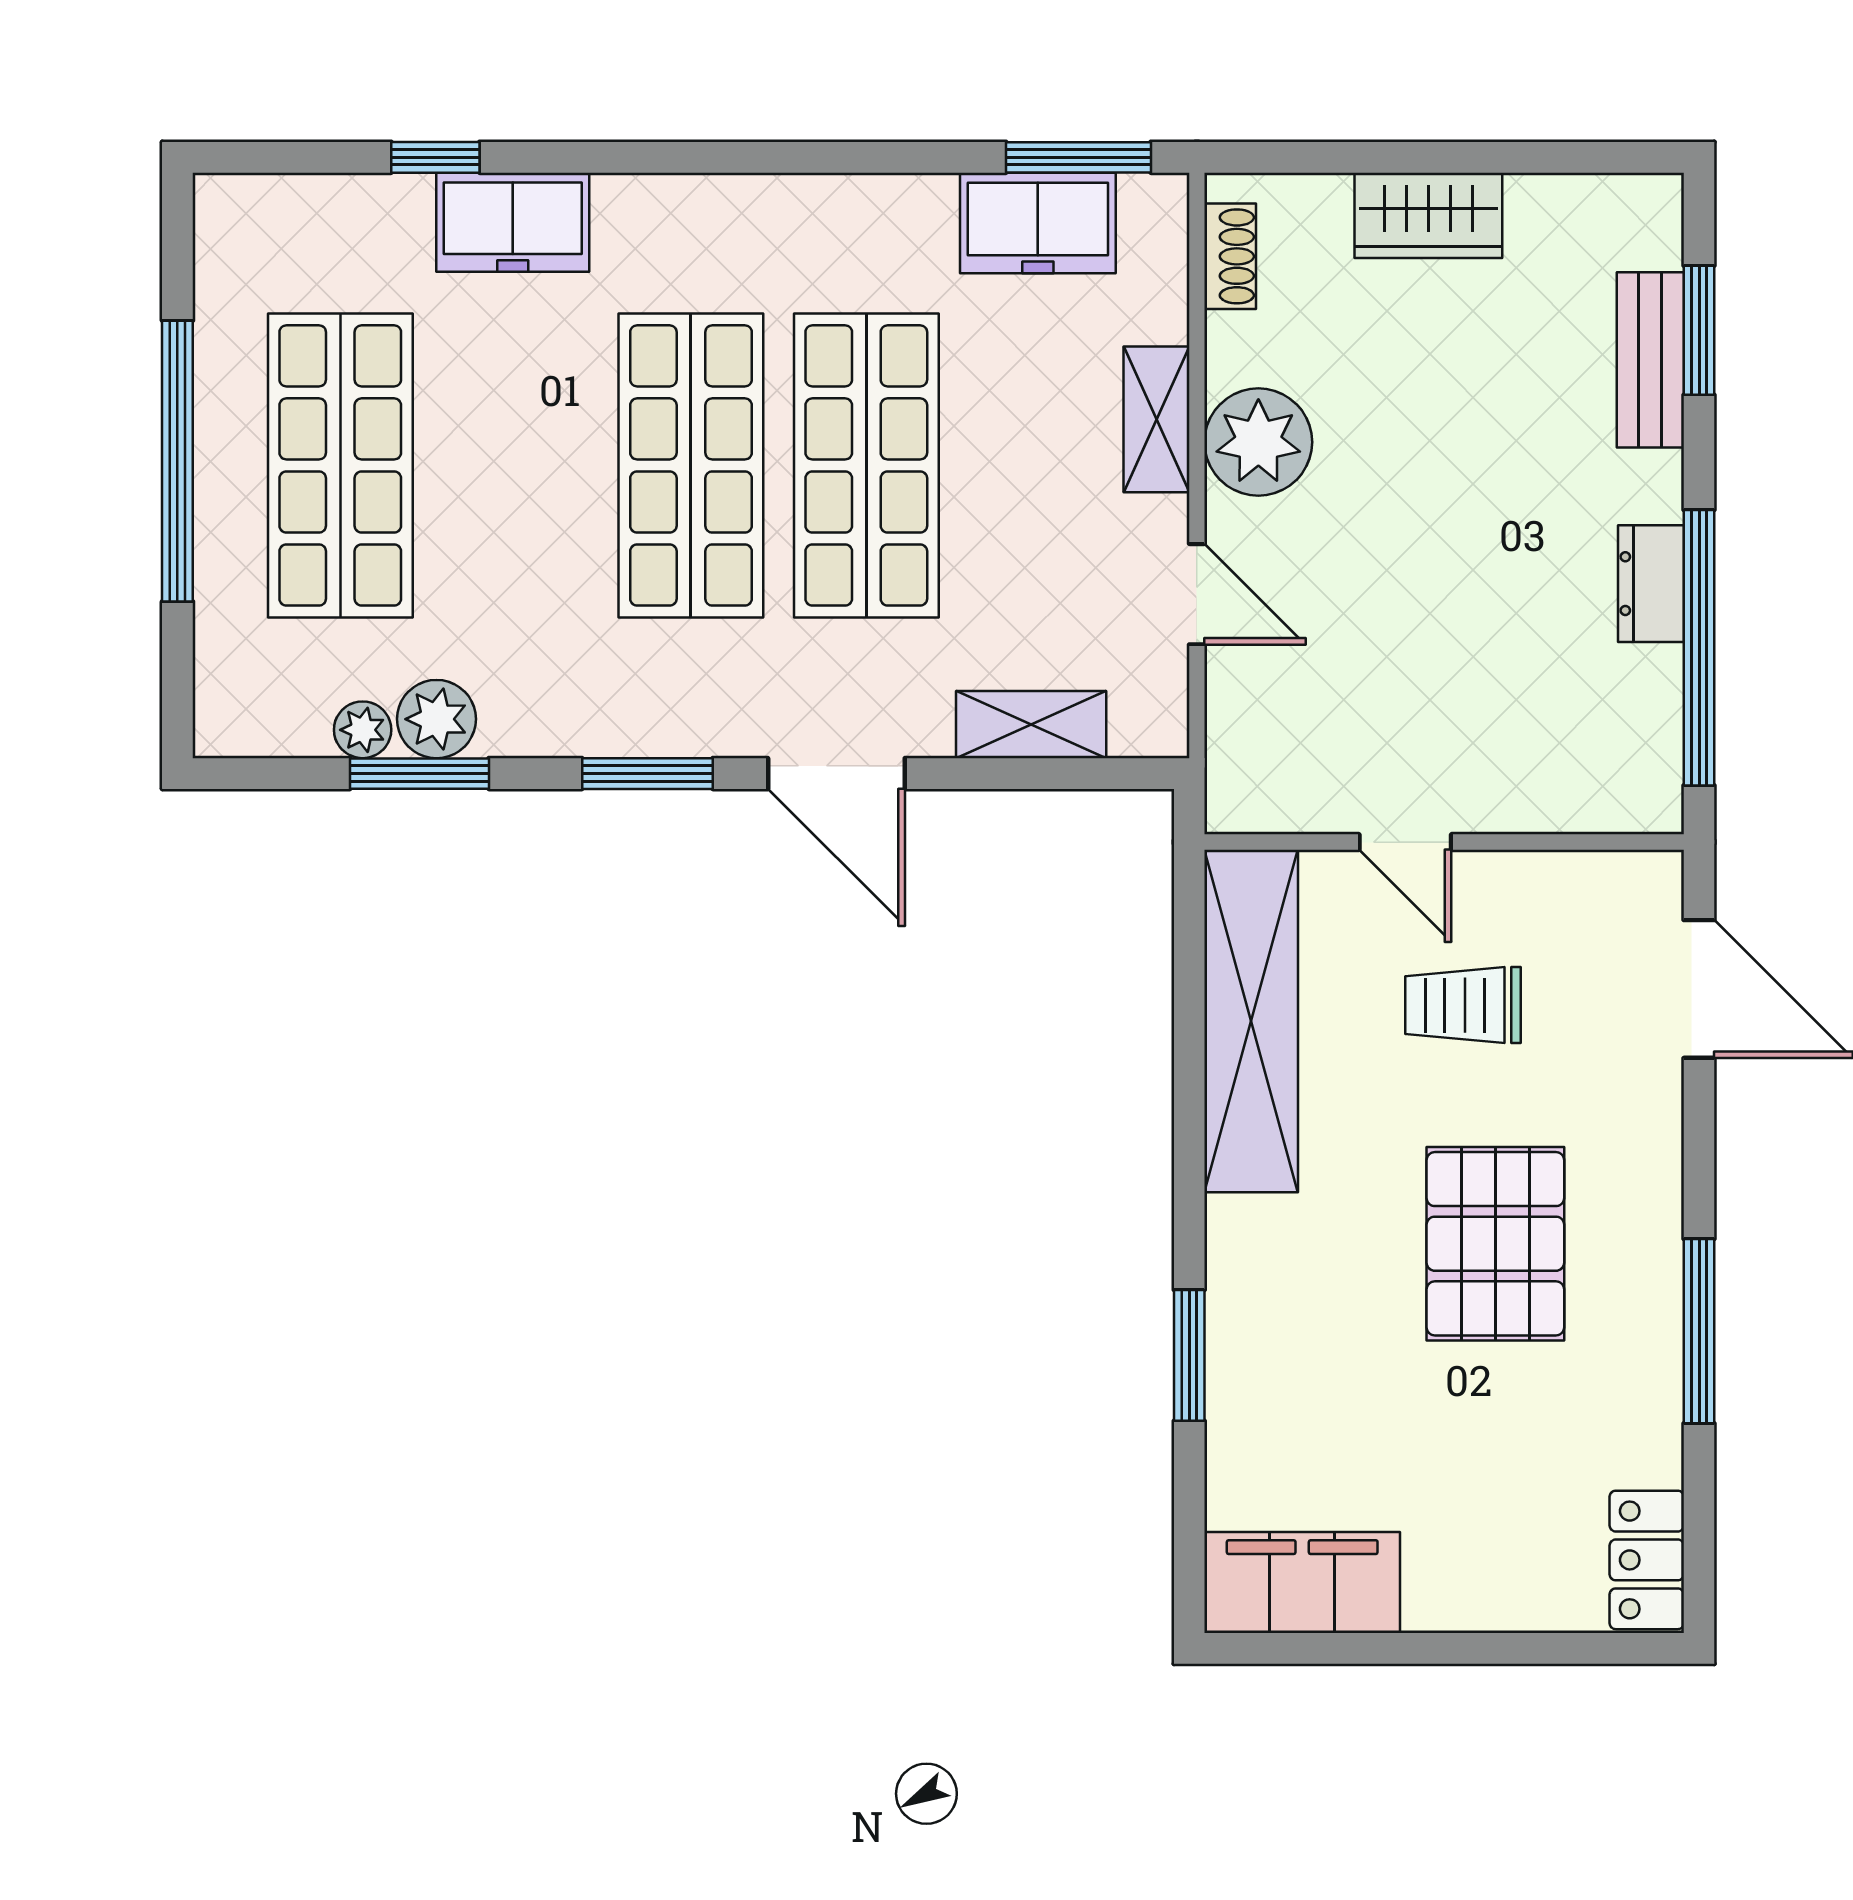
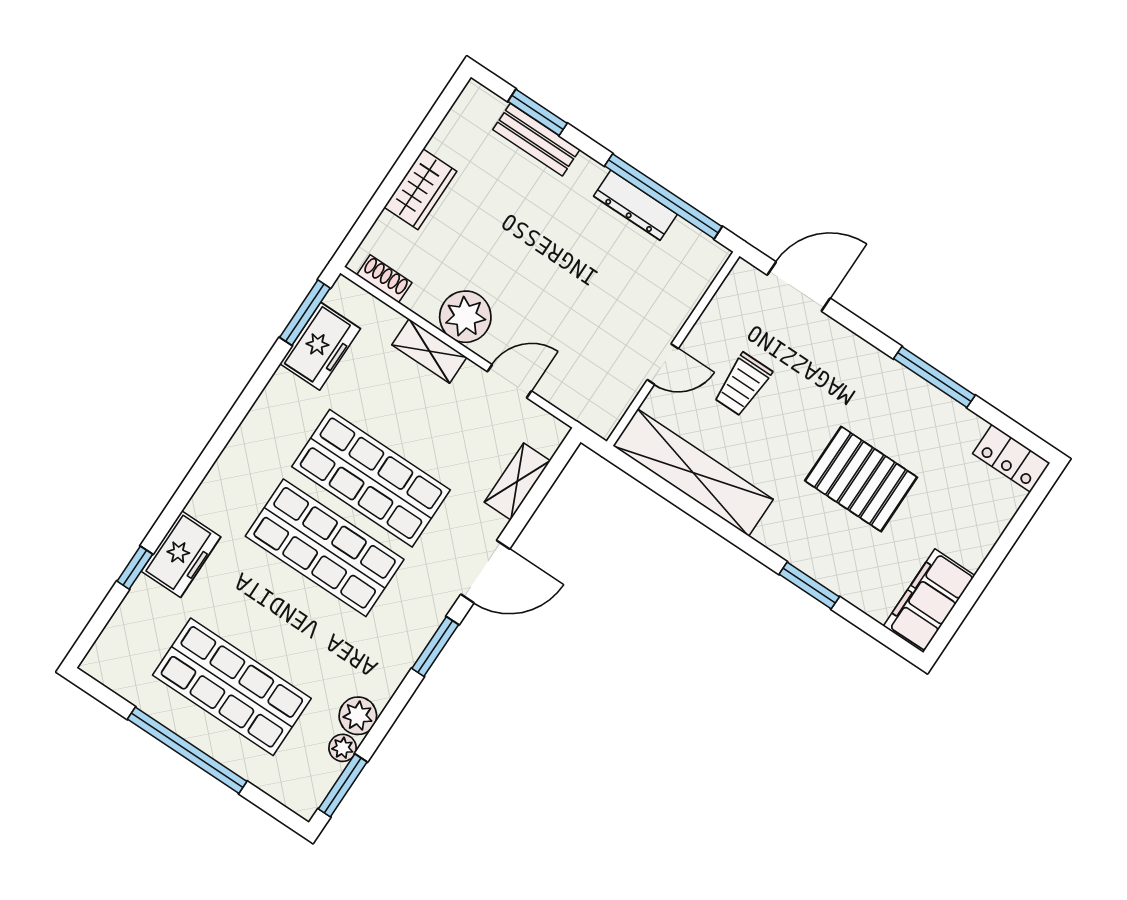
dresser: (1651, 584) -> (635, 205), width x1.44
window: (419, 774) -> (343, 785), moved
pallet: (1495, 1244) -> (861, 479), moved

